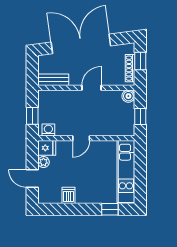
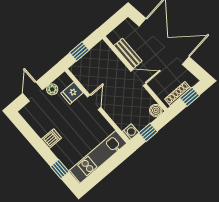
bench: (53, 80) -> (128, 53), moved
washing machine: (48, 130) -> (131, 132), moved
door: (81, 138) -> (94, 102), swing flipped
fridge: (47, 148) -> (72, 93), moved, turned 90
dishwasher: (68, 195) -> (51, 139), moved

